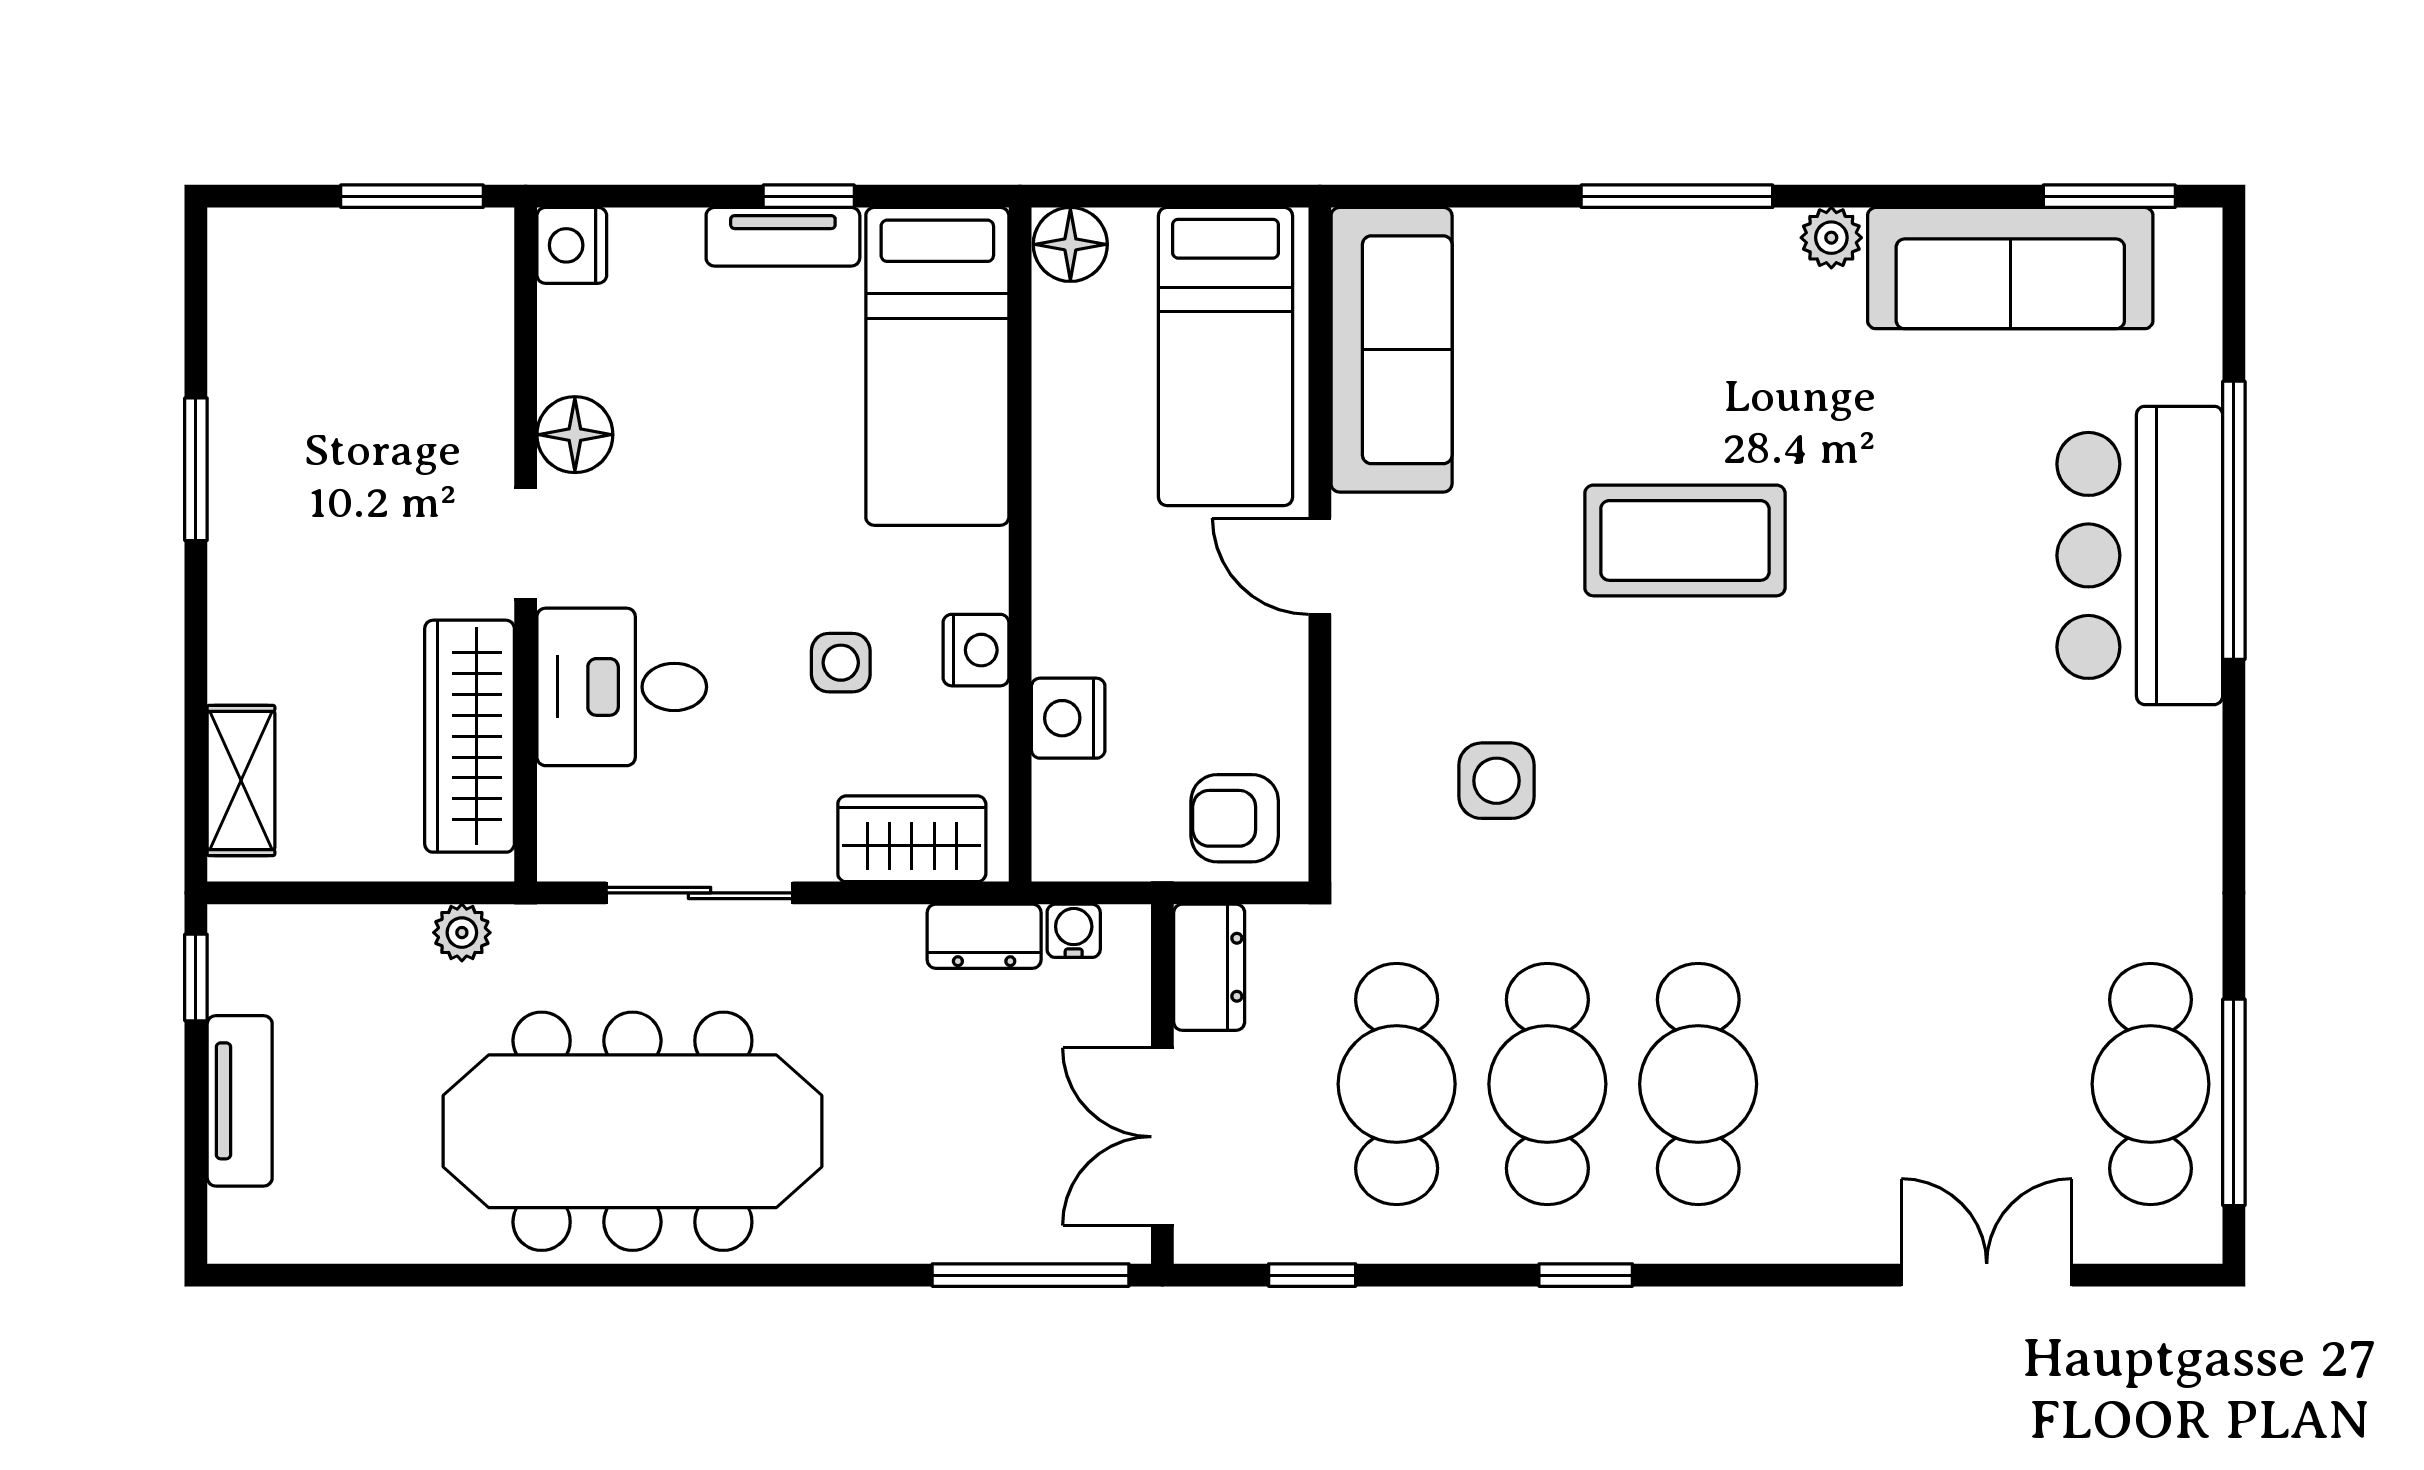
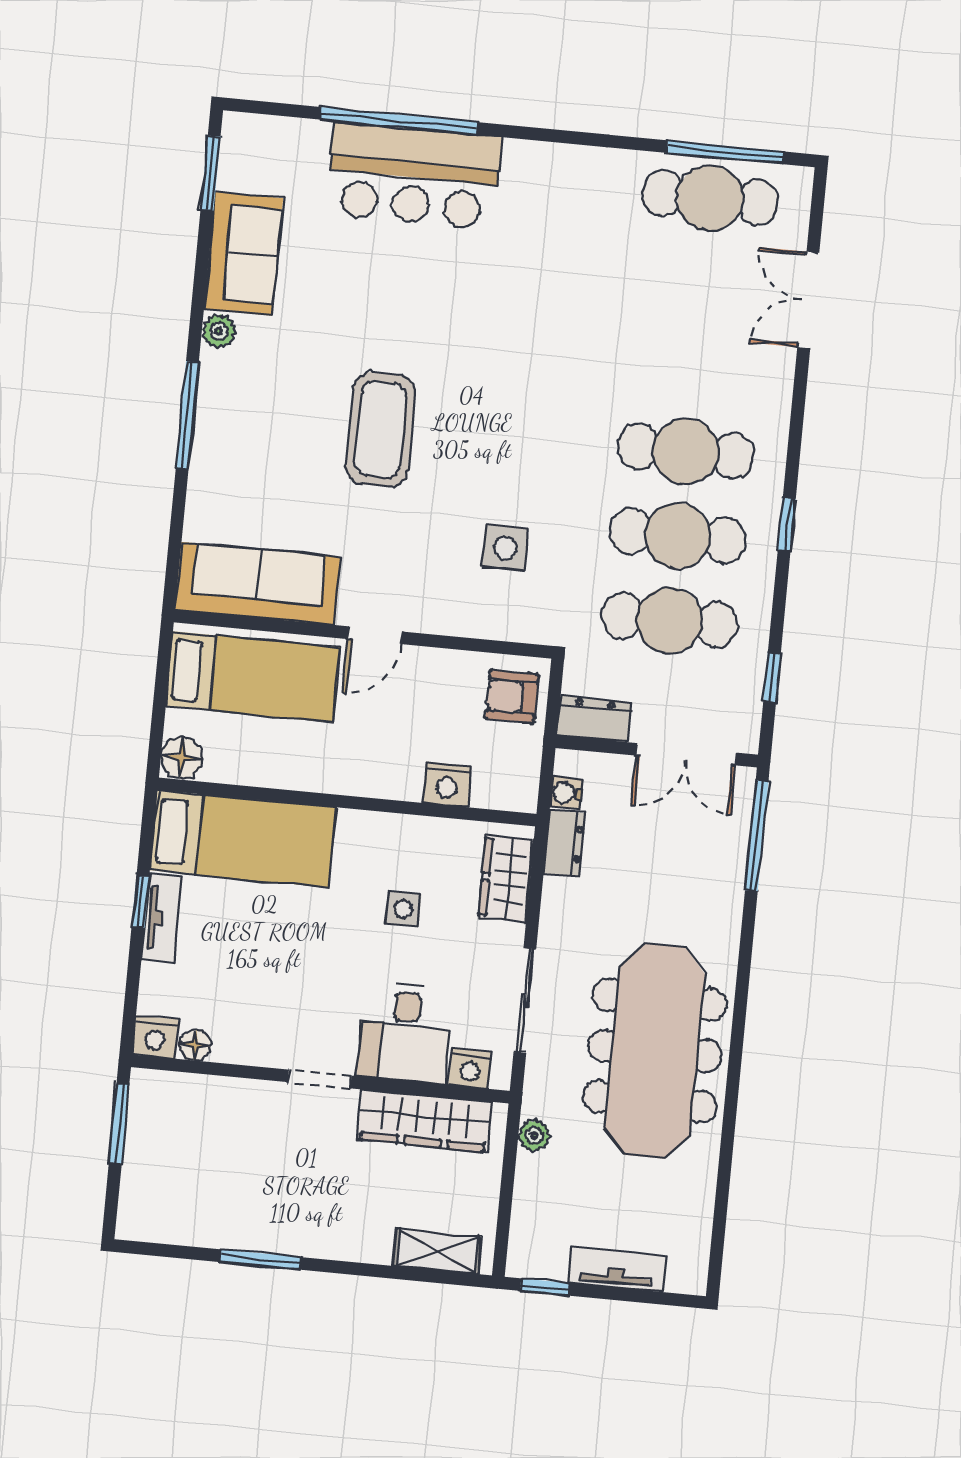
sofa: (2010, 268) -> (243, 254), width x0.73
floor lamp: (575, 435) -> (195, 1045), moved, width x0.73, depth x0.73
nightstand: (976, 650) -> (470, 1068), moved, turned 180
armchair: (1235, 818) -> (512, 697), turned 90

